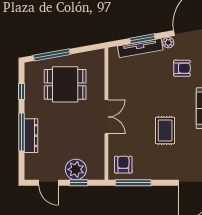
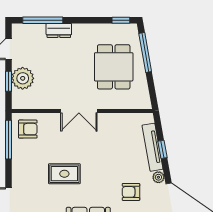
window: (142, 39) -> (163, 149), width x0.67
armchair: (182, 68) -> (131, 192), turned 90
window: (22, 92) -> (121, 20), moved
window: (22, 132) -> (43, 20), moved
dresser: (31, 136) -> (59, 30), width x0.70

